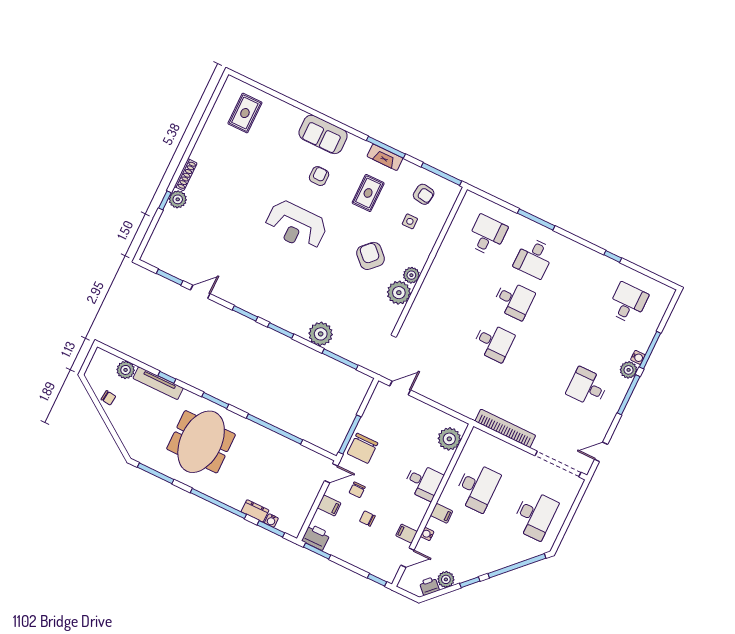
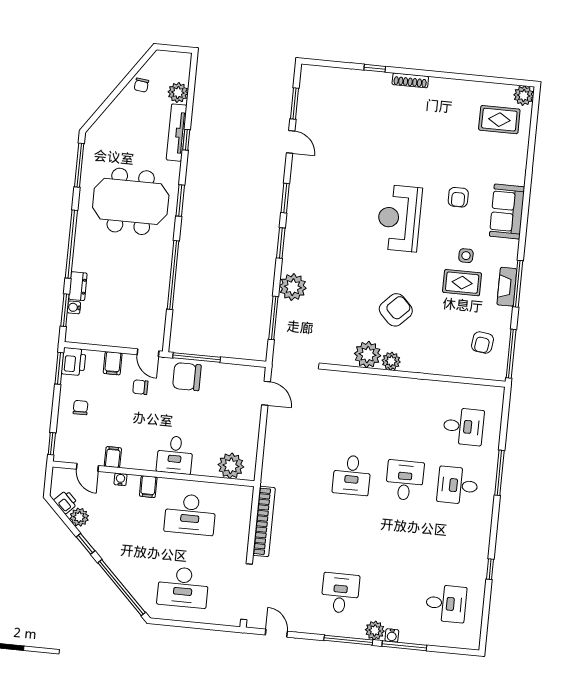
armchair: (319, 176) -> (458, 197), moved, turned 90
plant: (178, 199) -> (524, 96), moved
side table: (410, 221) -> (466, 256), moved
desk: (514, 300) -> (405, 480), turned 180
chair: (367, 519) -> (81, 408), moved

